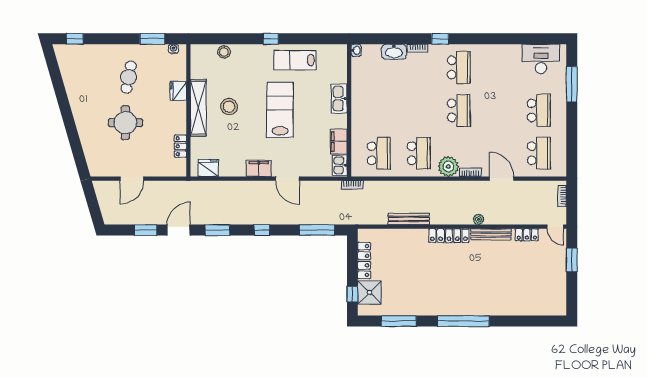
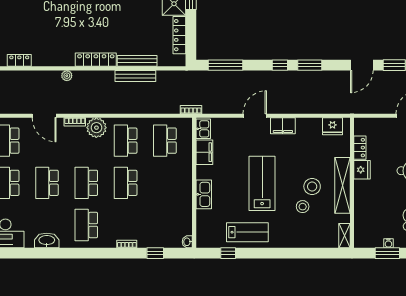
window: (271, 39) -> (228, 253), moved
window: (440, 39) -> (155, 253), moved
water cooler: (173, 49) -> (388, 243), moved
stool: (224, 52) -> (303, 207), moved
washbasin: (394, 52) -> (47, 240), moved
shelving: (196, 57) -> (344, 236), added
fridge: (178, 91) -> (362, 170), moved
lab bench: (280, 110) -> (262, 183), turned 180
school desk: (419, 110) -> (126, 183), added
school desk: (499, 110) -> (47, 183), added
door: (287, 179) -> (255, 116), hinge flipped
window: (217, 230) -> (310, 65), moved
bench: (491, 234) -> (137, 61), moved

